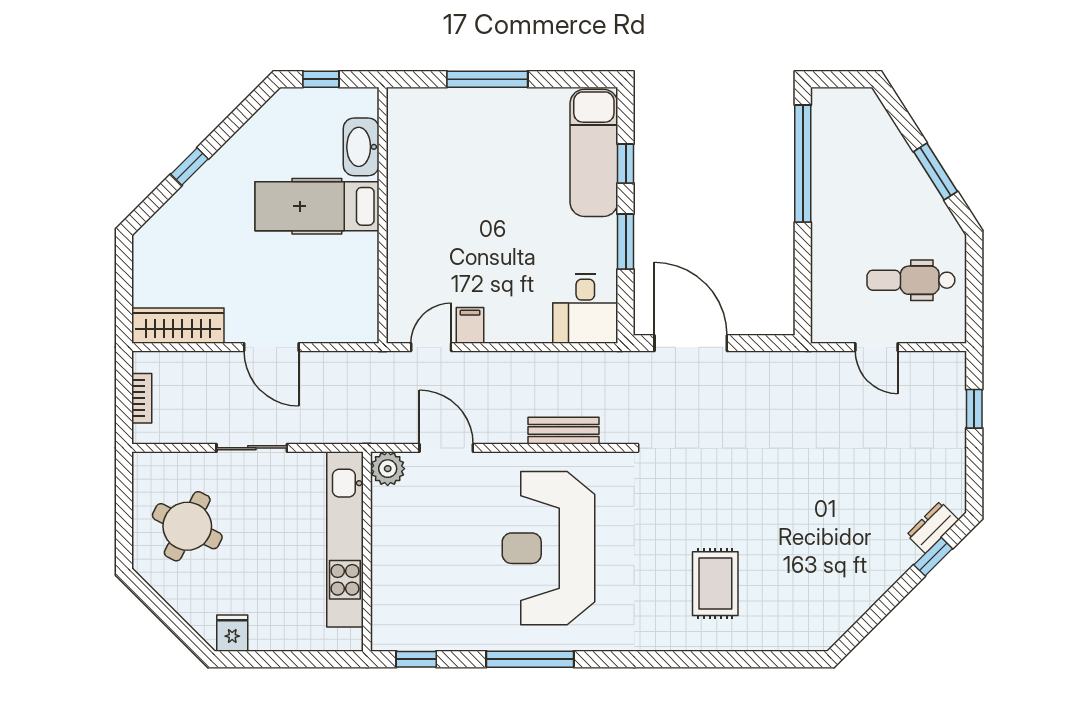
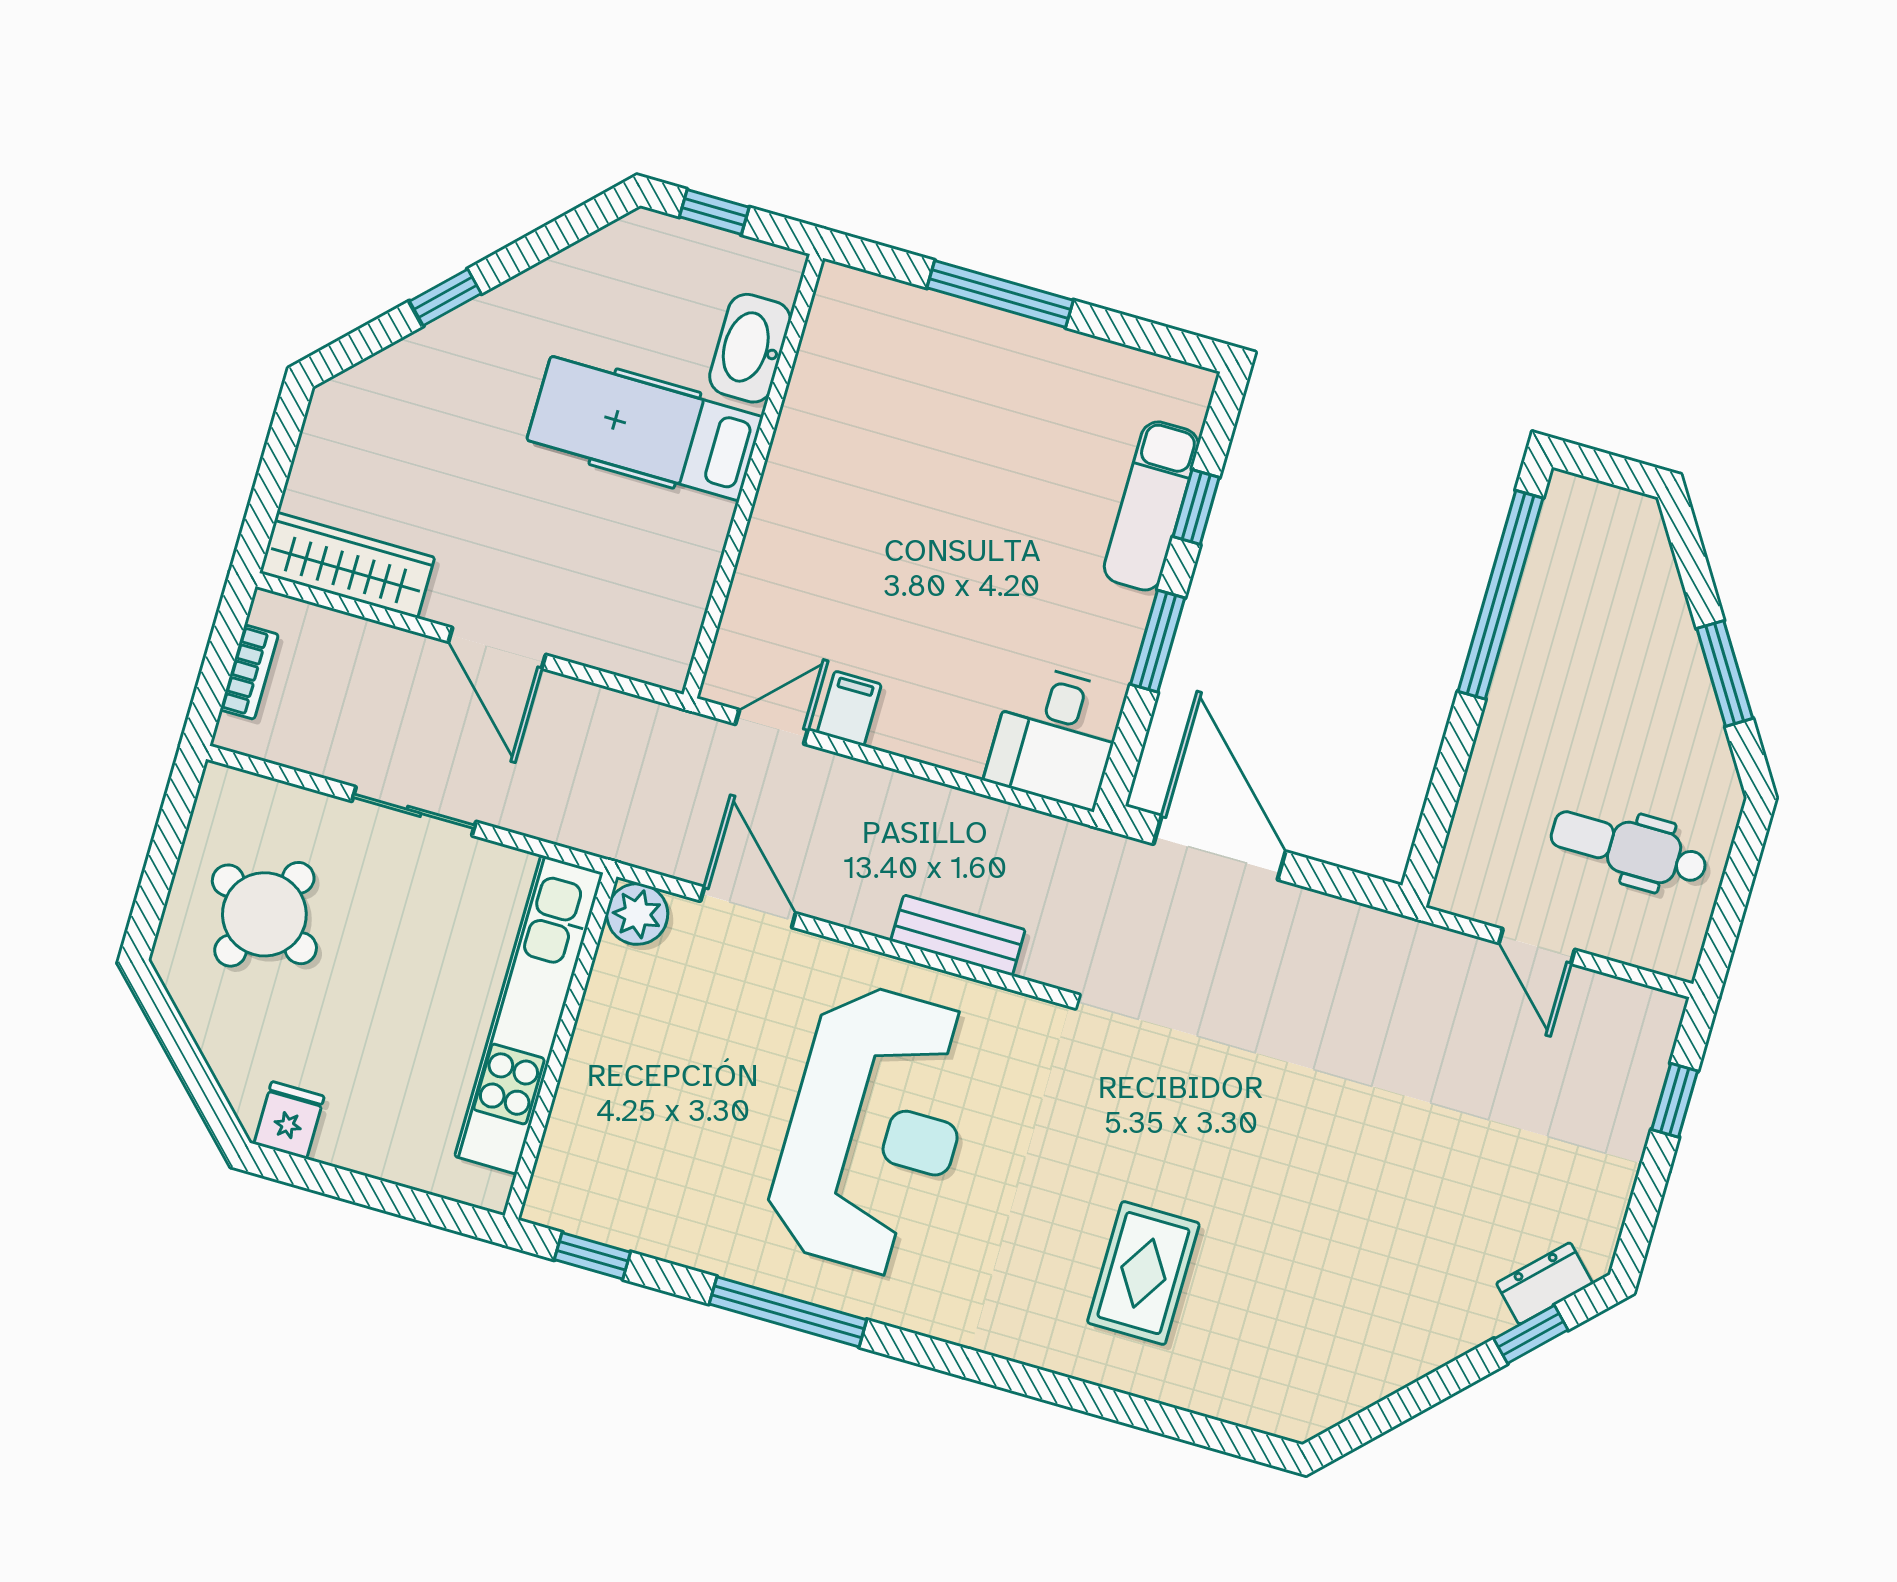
exam couch: (594, 153) -> (1151, 506), width x0.73, depth x0.69
reception desk: (548, 548) -> (874, 1130), turned 180

